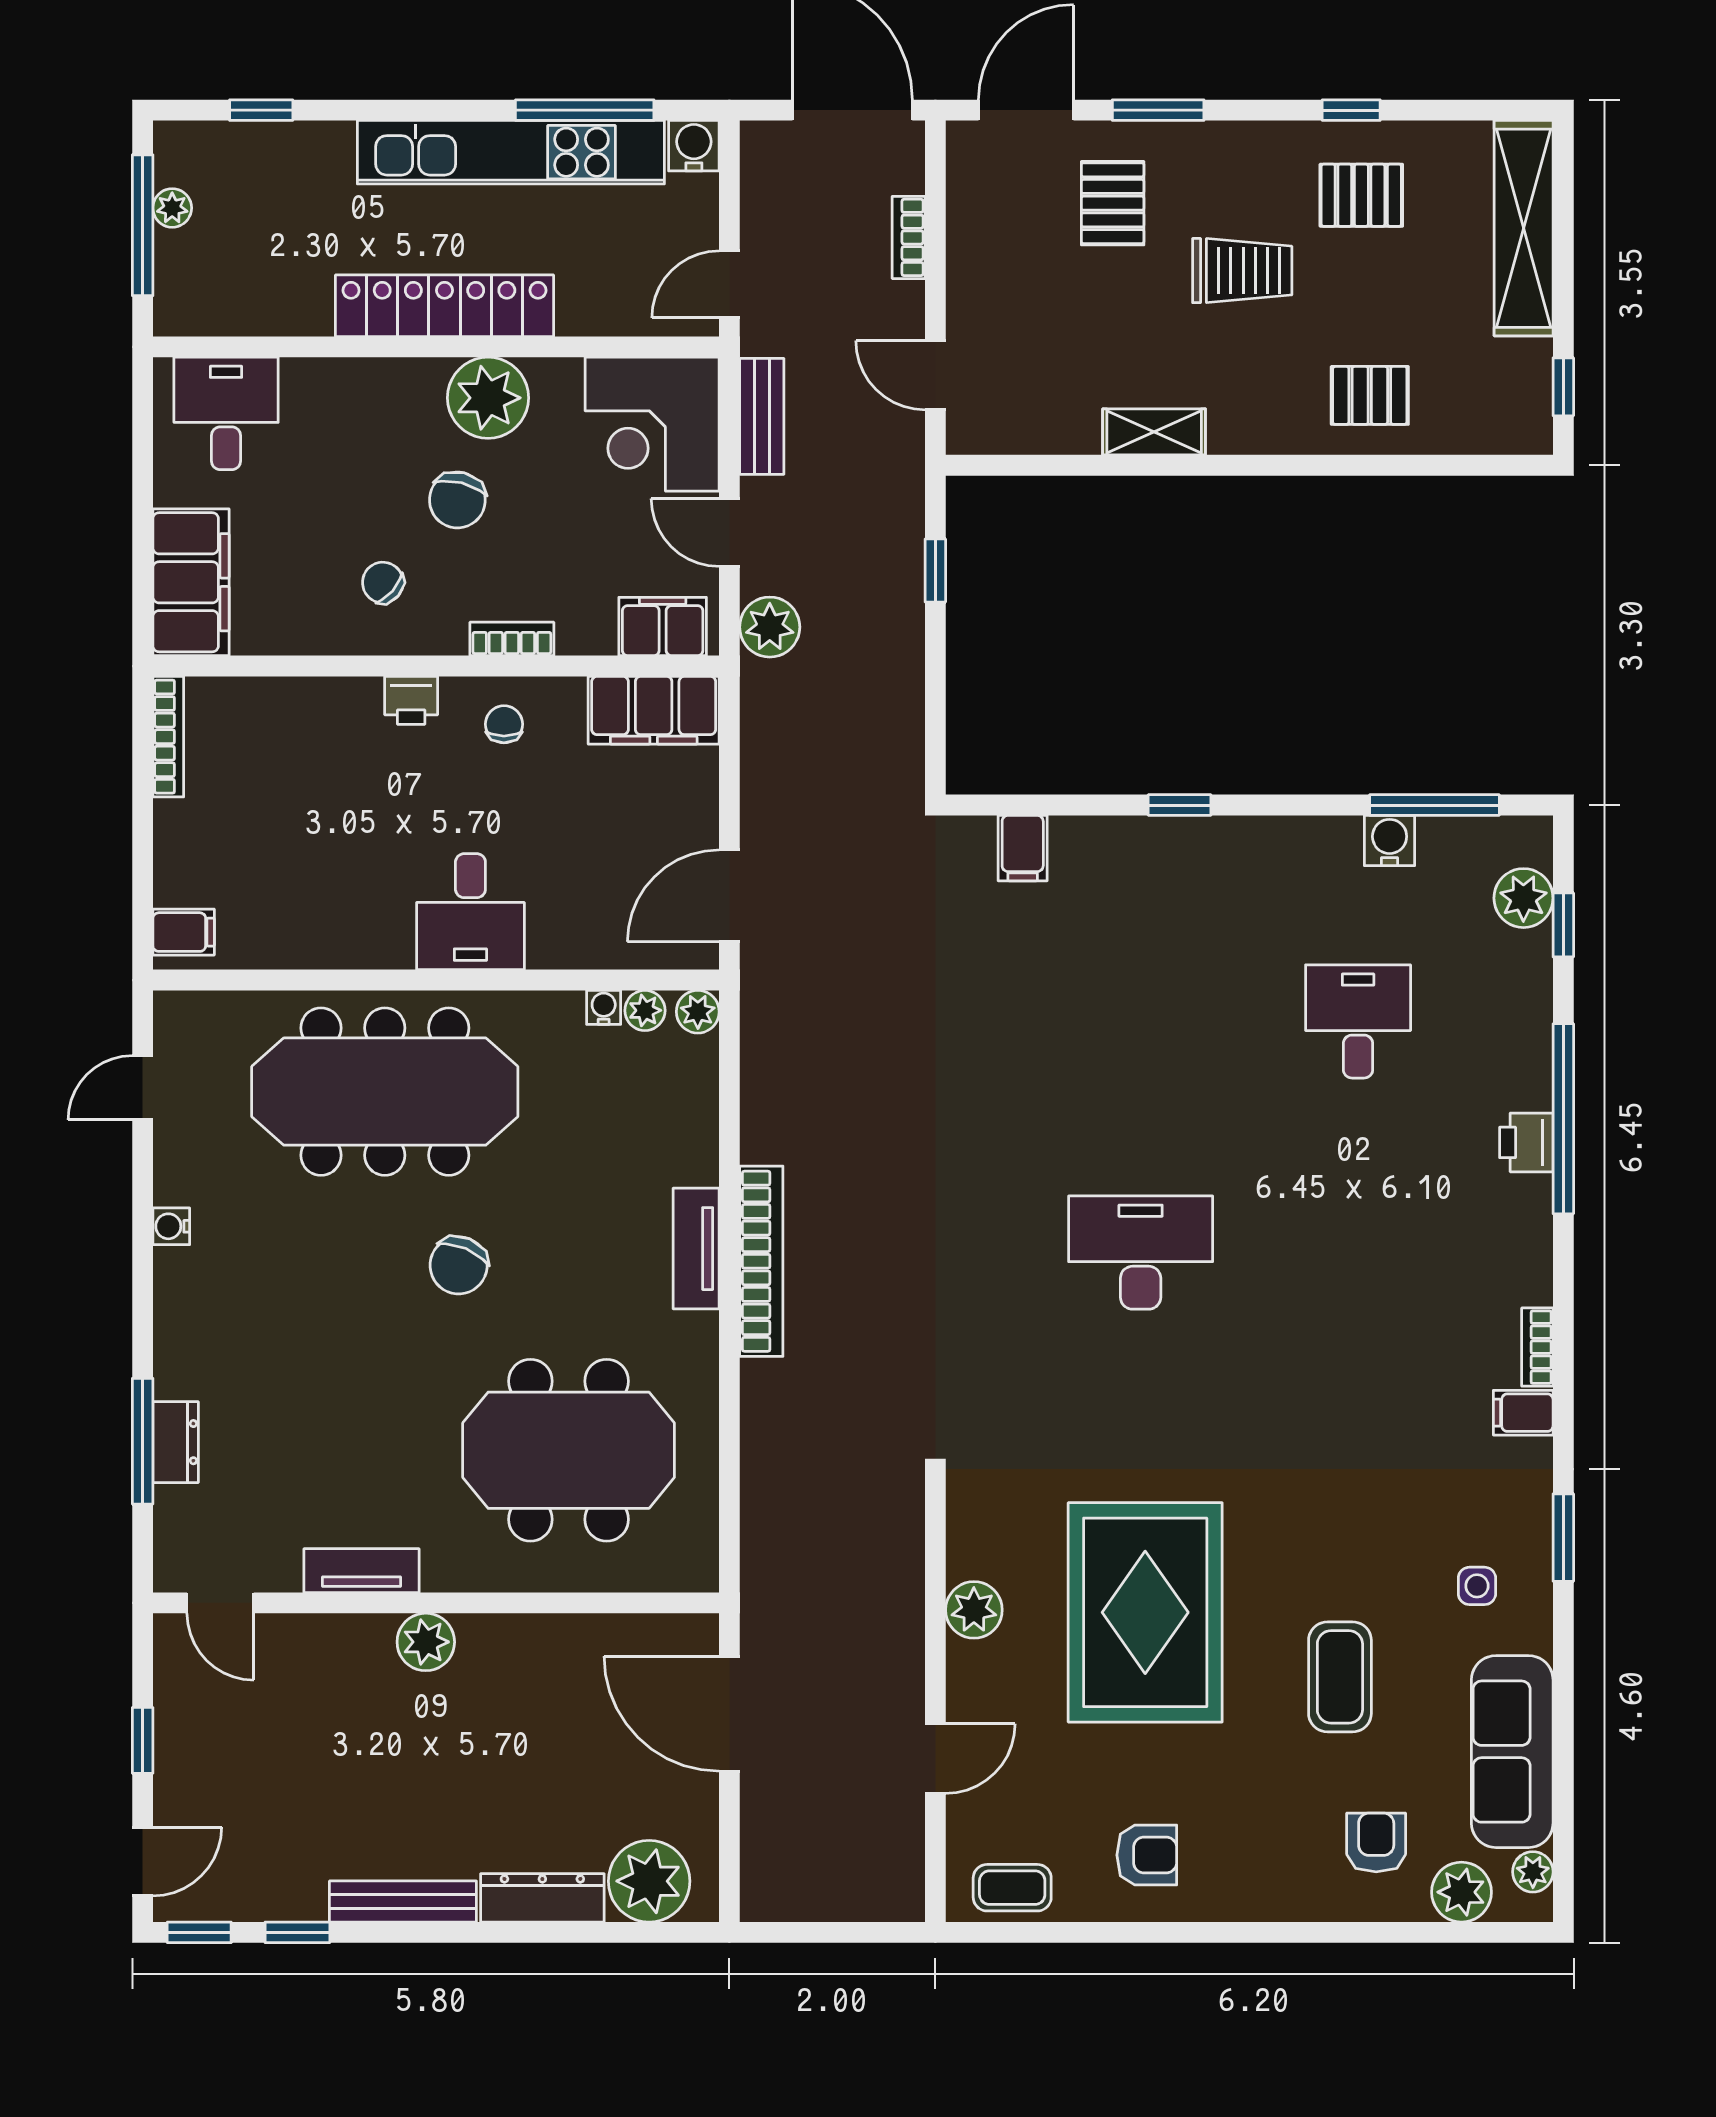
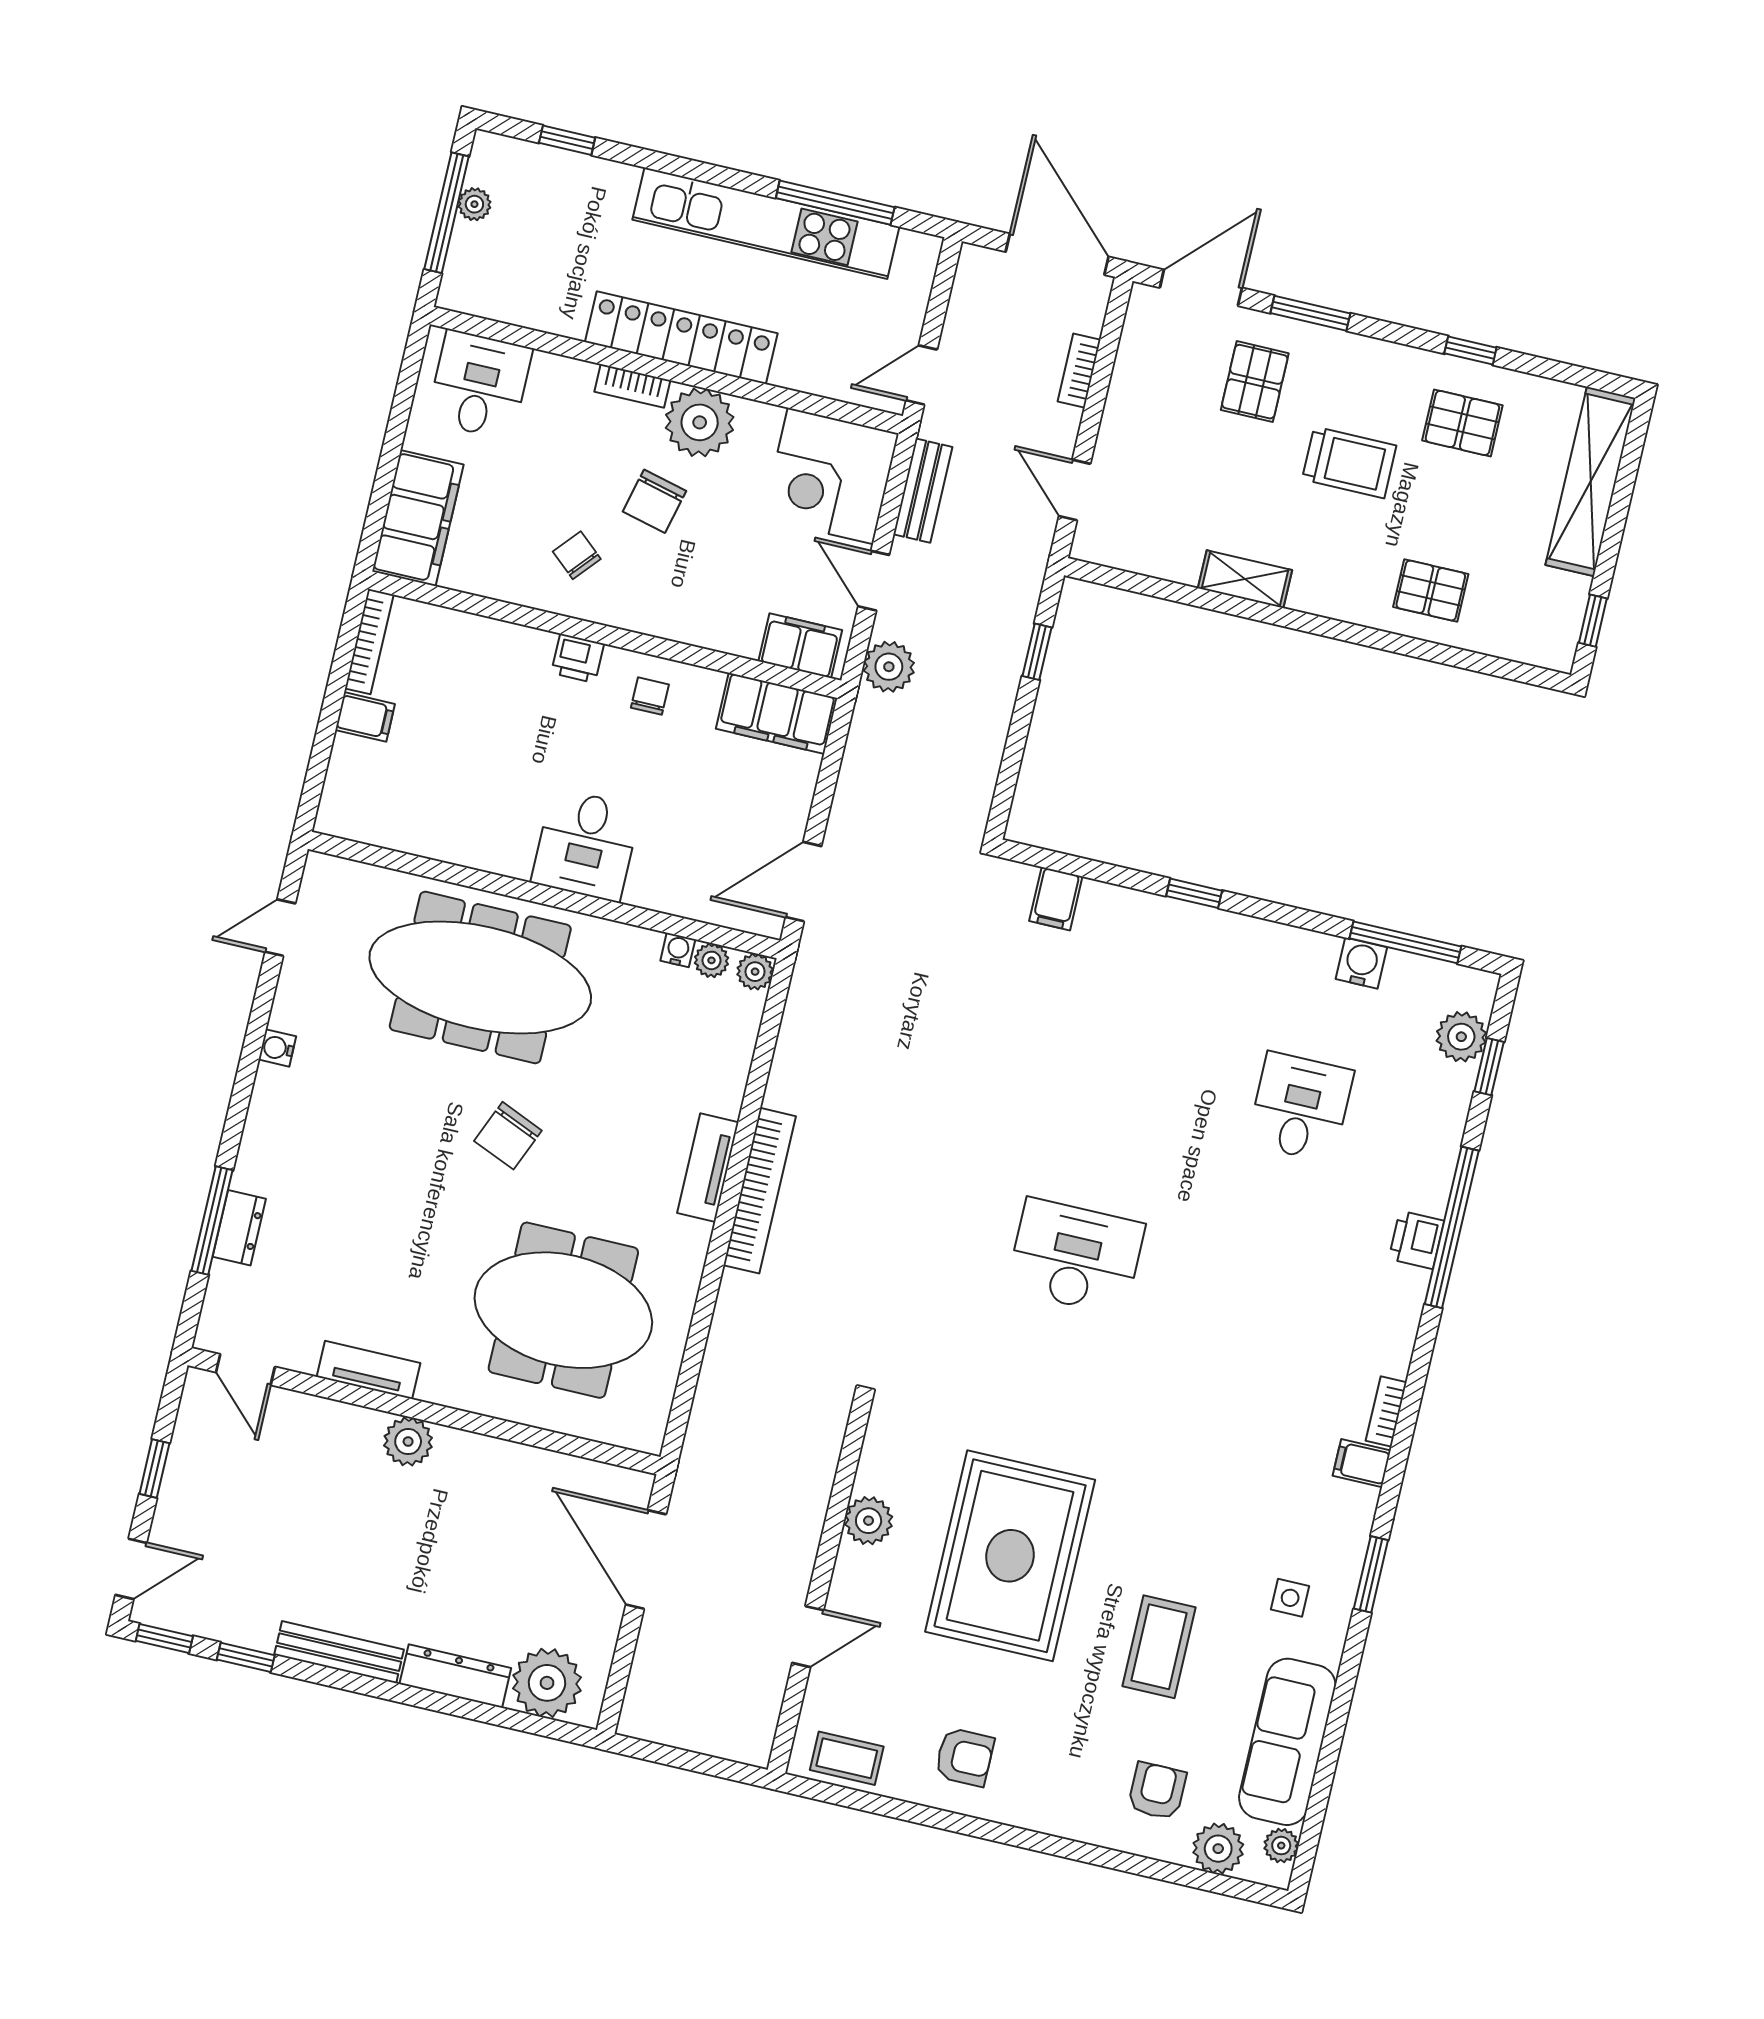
water cooler: (694, 146) -> (919, 253), removed
bookcase: (512, 639) -> (632, 386), moved, turned 180
filing cabinet: (184, 932) -> (365, 717), moved

